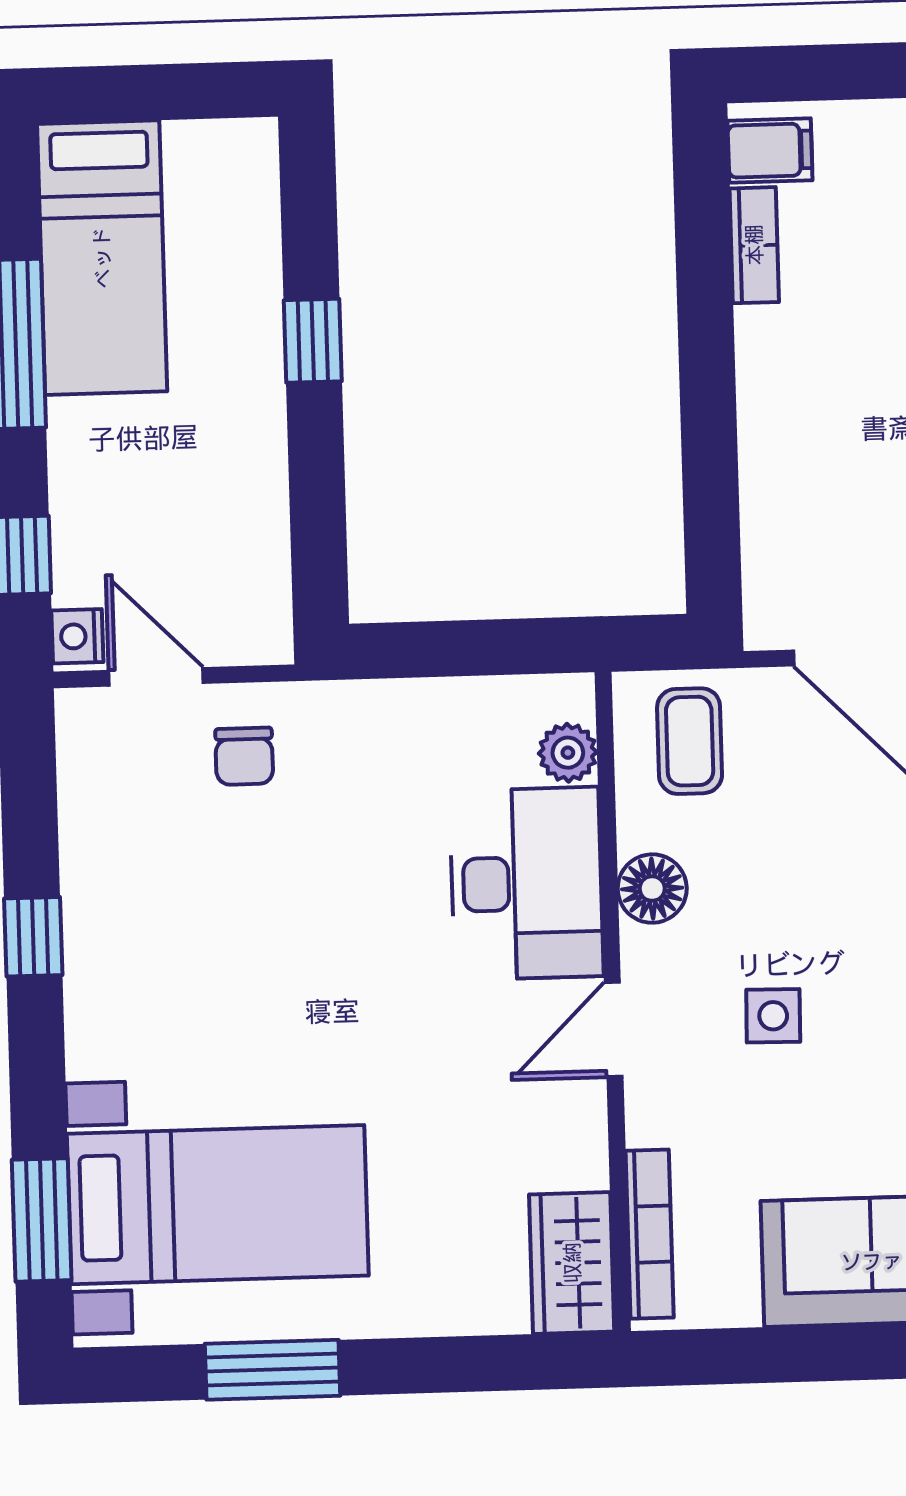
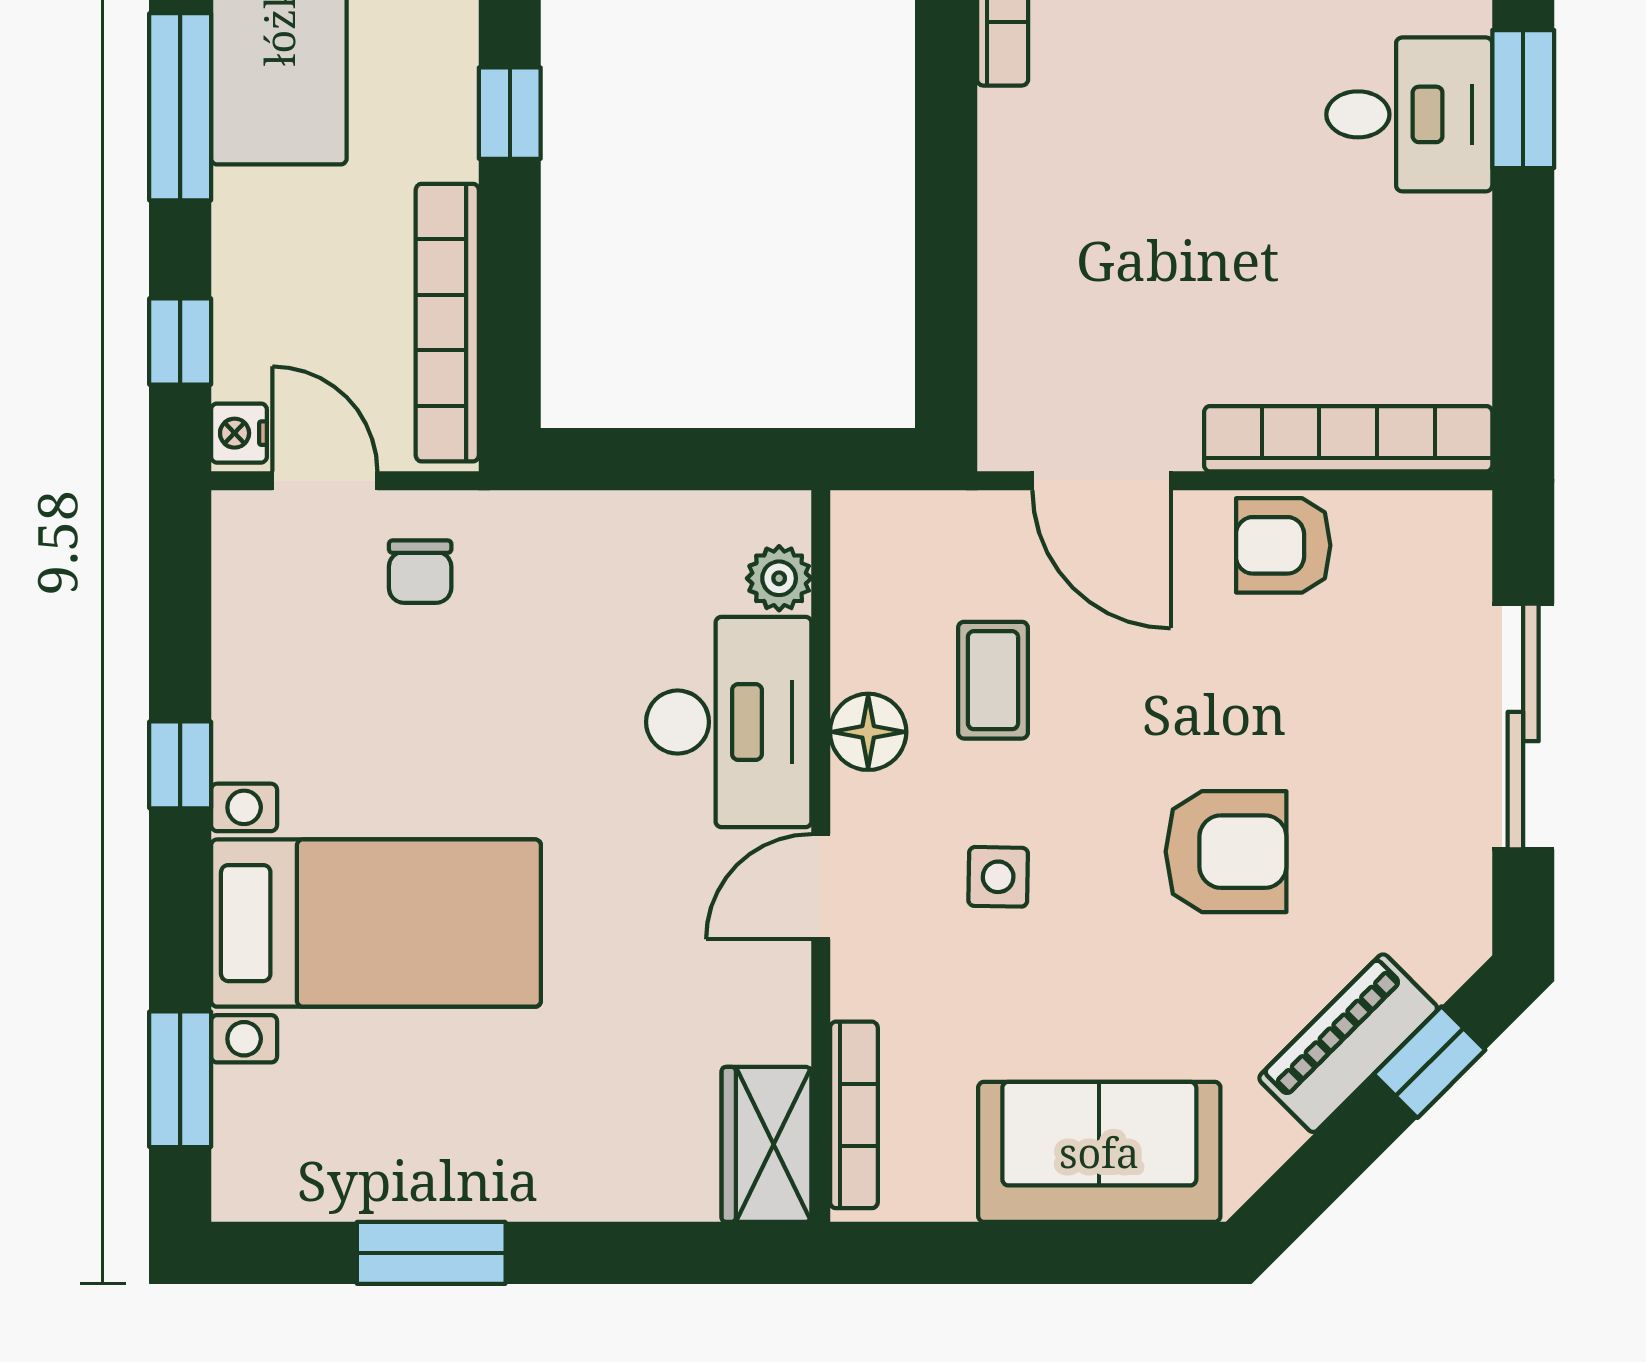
bookcase: (262, 531) -> (447, 323), added
coffee table: (690, 741) -> (993, 680), moved
bed with nightstands: (218, 1205) -> (376, 923), moved

